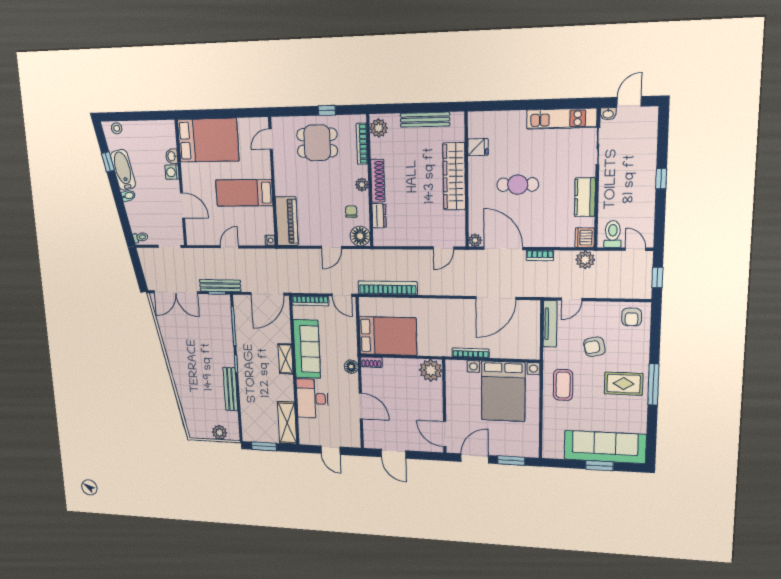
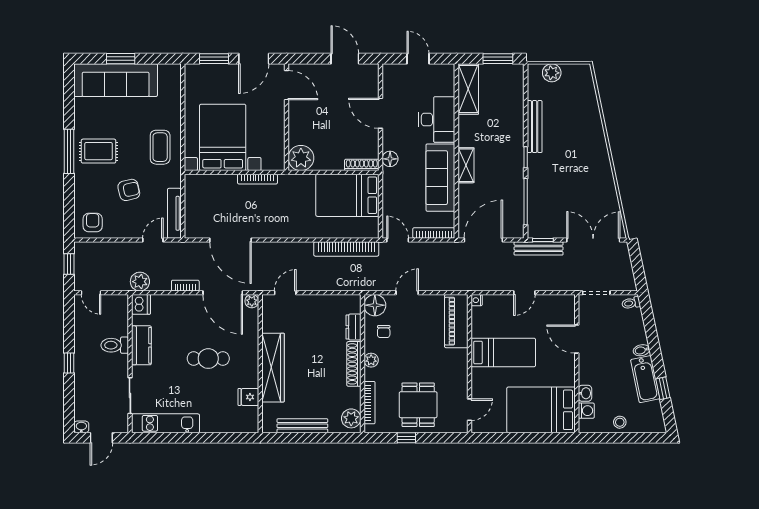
washbasin: (608, 114) -> (81, 427), moved
stool: (117, 128) -> (620, 422), moved
dining table: (317, 143) -> (418, 405), turned 90
washing machine: (172, 172) -> (586, 411), moved
toilet: (613, 234) -> (115, 345), moved, turned 90
door: (496, 298) -> (231, 240), swing flipped
shoe rack: (371, 362) -> (362, 165), width x1.43

